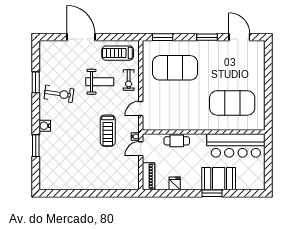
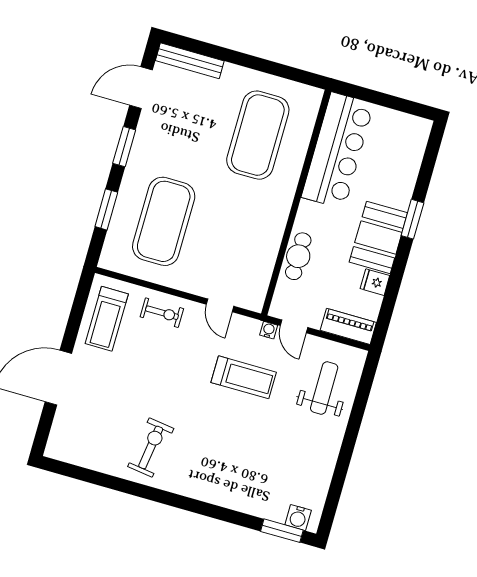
window: (163, 37) -> (106, 209), moved
bench: (260, 58) -> (190, 61), added
window: (36, 82) -> (118, 484), removed
weight bench: (100, 82) -> (324, 388), moved
water cooler: (45, 126) -> (298, 518), moved
window: (36, 146) -> (282, 531), moved
booth: (219, 179) -> (378, 237), moved

